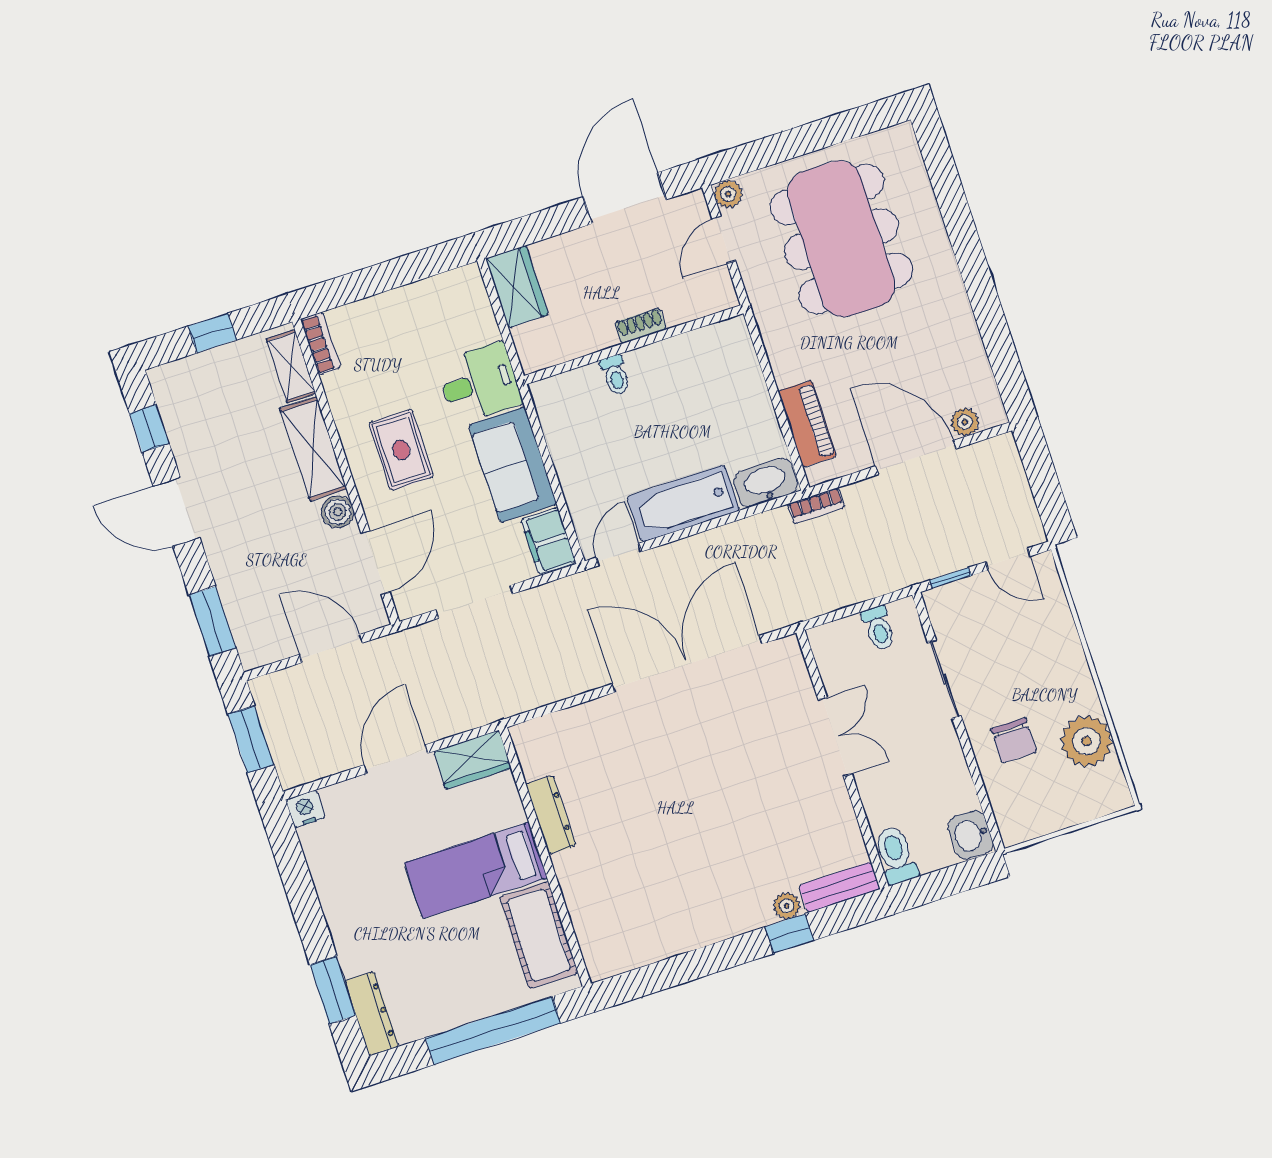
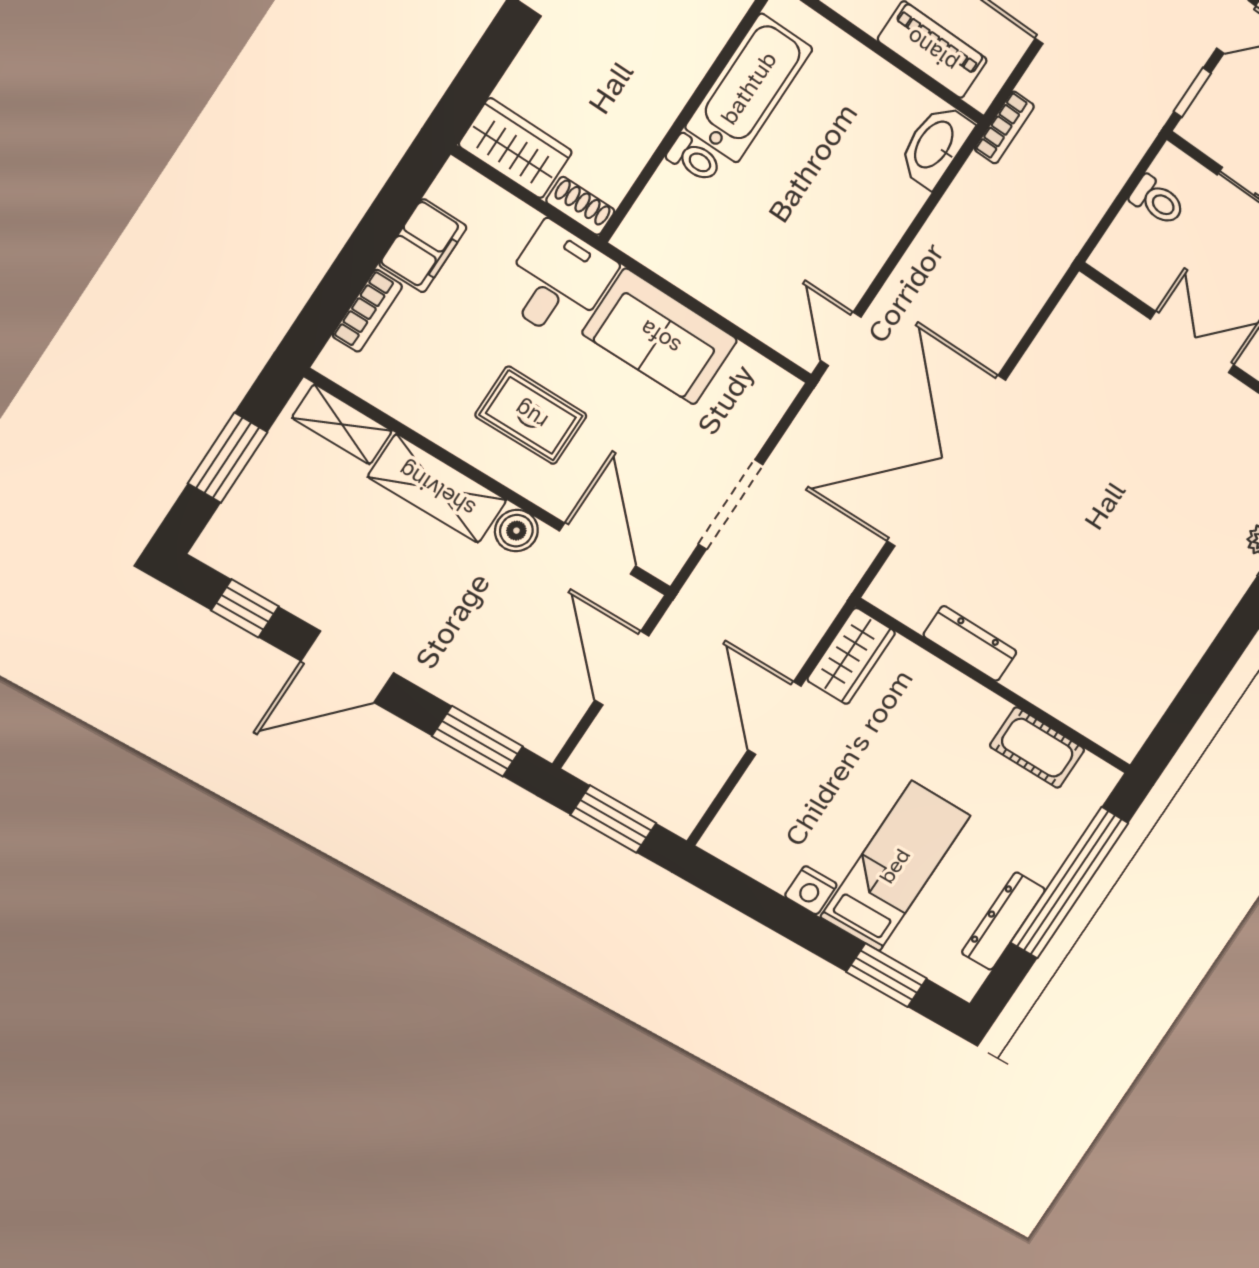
shoe rack: (641, 326) -> (580, 206), moved, turned 90
window: (213, 333) -> (228, 458), width x1.50
bookcase: (321, 343) -> (367, 311), moved, turned 90
bathtub: (683, 504) -> (749, 88), moved, turned 180
filing cabinet: (548, 541) -> (423, 246), moved, turned -90
door: (331, 649) -> (622, 668), hinge flipped
double door: (687, 664) -> (946, 461), moved
nightstand: (305, 809) -> (811, 890), moved, turned -90
bed: (476, 870) -> (895, 866), moved, turned 180
cot: (539, 935) -> (1037, 748), width x0.73, depth x0.75
dresser: (372, 1014) -> (1003, 921), moved, turned -90

